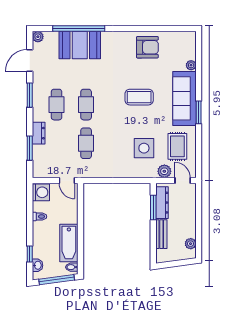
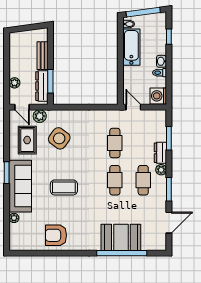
plant: (38, 37) -> (161, 170), moved
side table: (144, 148) -> (59, 138), turned 36
plant: (191, 244) -> (14, 83), moved
washbasin: (38, 265) -> (161, 61), moved

